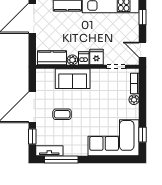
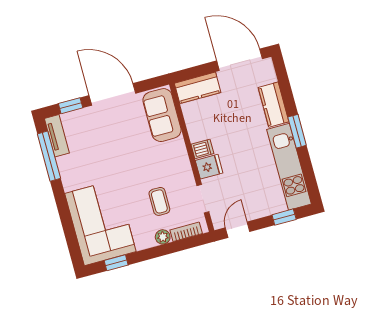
kitchen counter: (52, 58) -> (198, 88), moved, turned 90
plant: (72, 60) -> (196, 134), removed
sofa: (73, 79) -> (162, 115), moved
coffee table: (62, 114) -> (159, 201), moved

